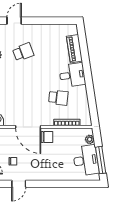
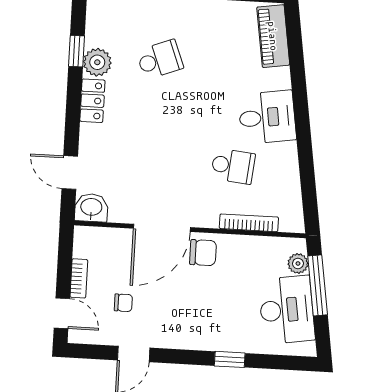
piano: (74, 49) -> (273, 36), moved
door: (28, 127) -> (162, 228), hinge flipped
window: (101, 160) -> (318, 285), moved
window: (62, 184) -> (230, 359), added

